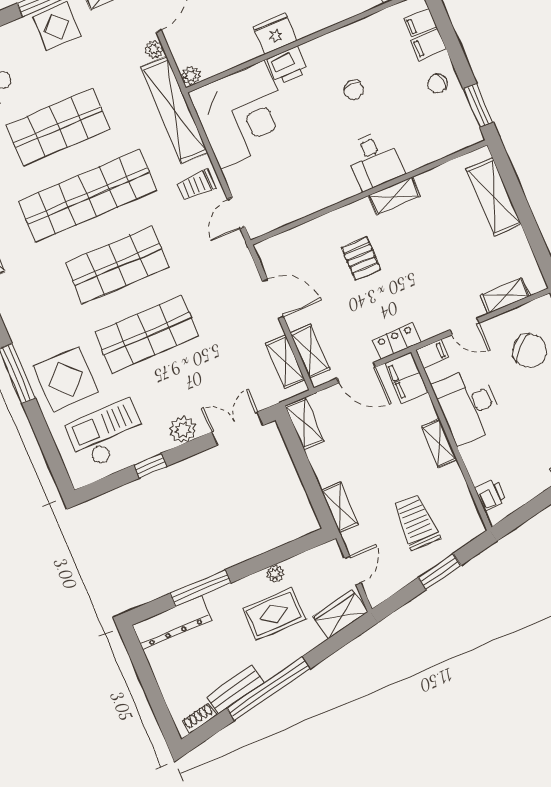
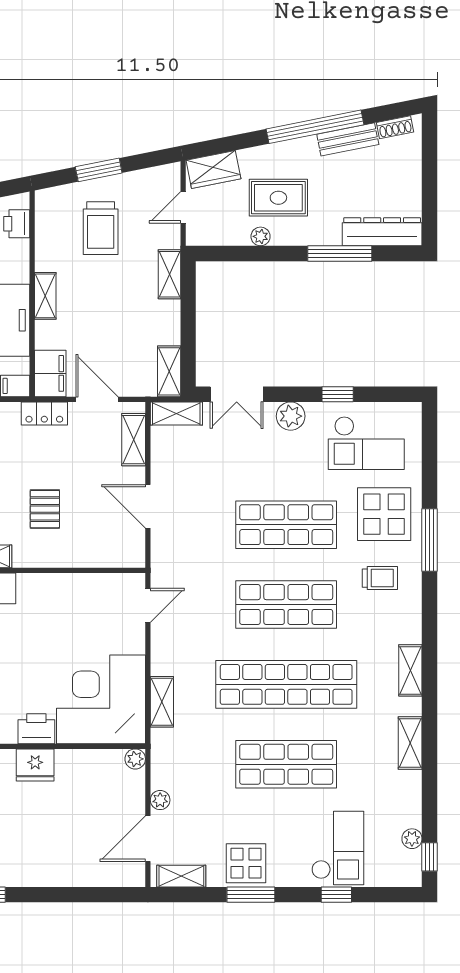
shelving: (174, 110) -> (162, 702), width x0.45, depth x0.75
trolley: (196, 185) -> (380, 578), moved
shelving: (285, 362) -> (176, 413), moved, turned 90

